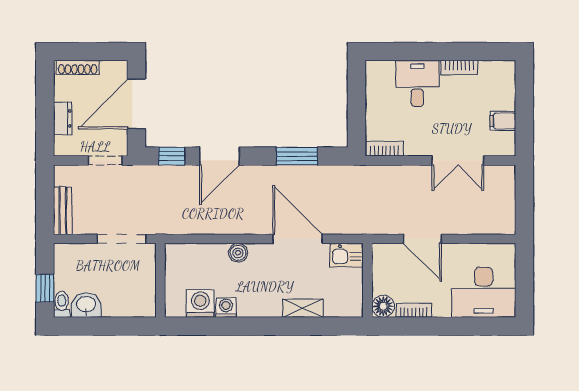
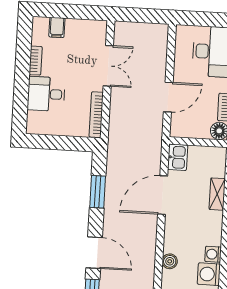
filing cabinet: (503, 121) -> (57, 27), moved
bookcase: (384, 149) -> (96, 115), width x1.56
boiler: (238, 253) -> (170, 261), moved

